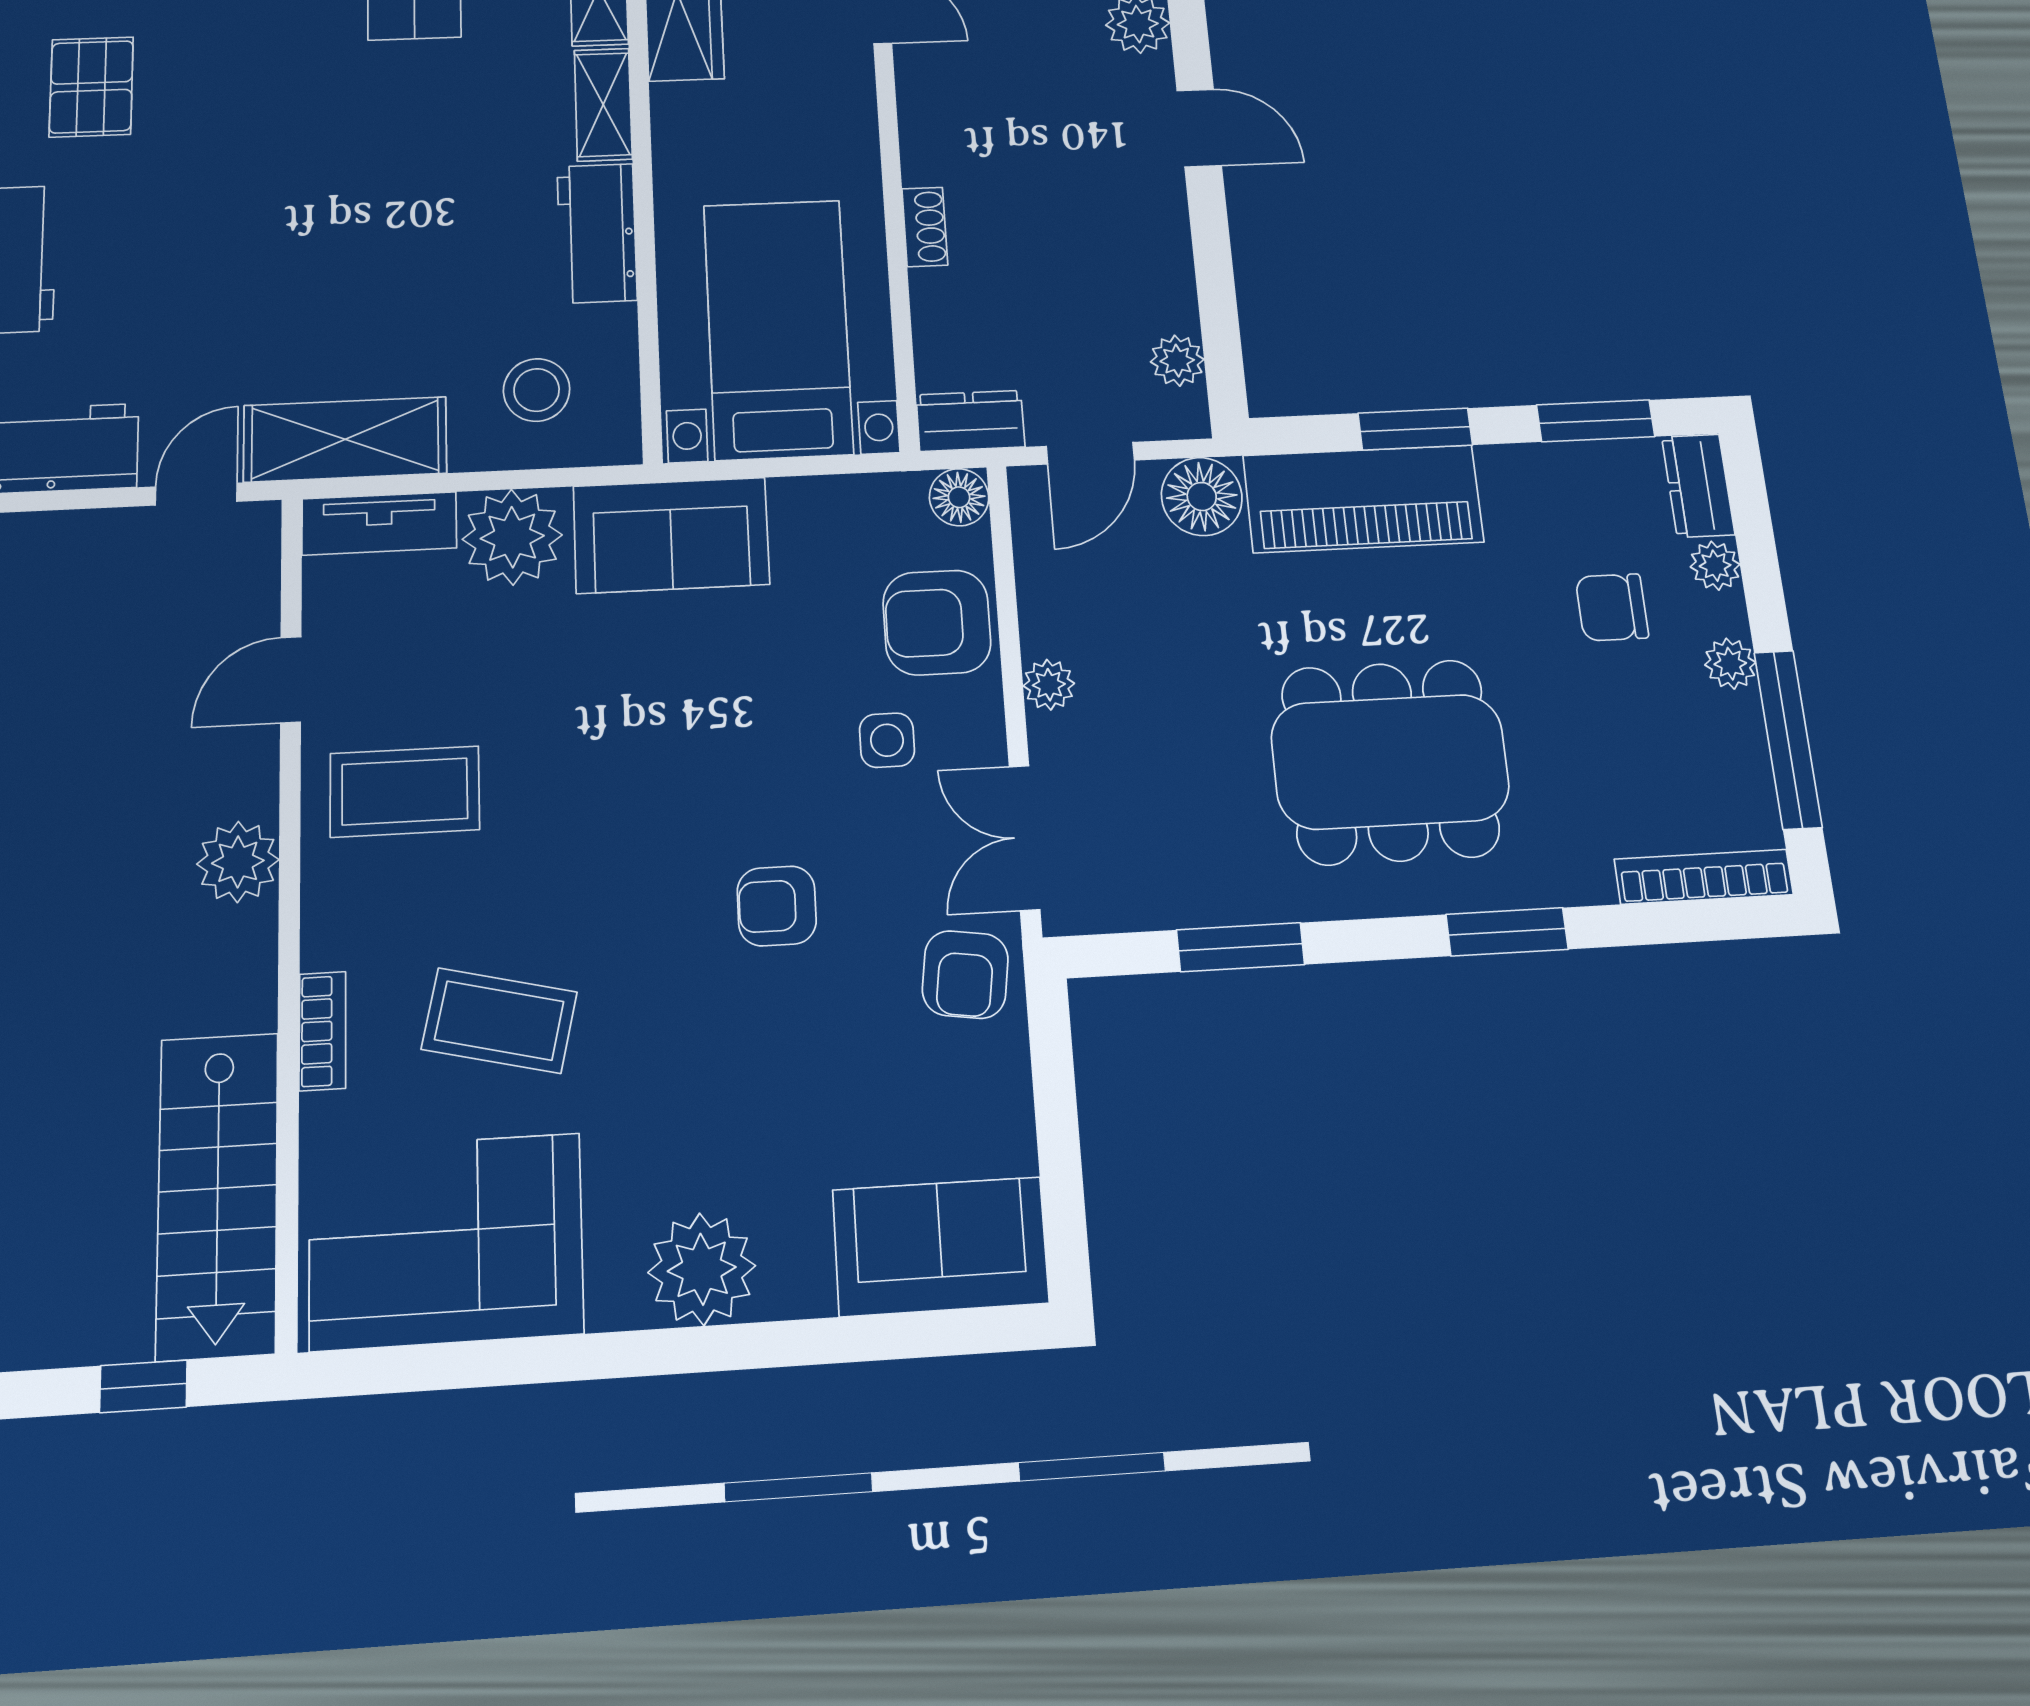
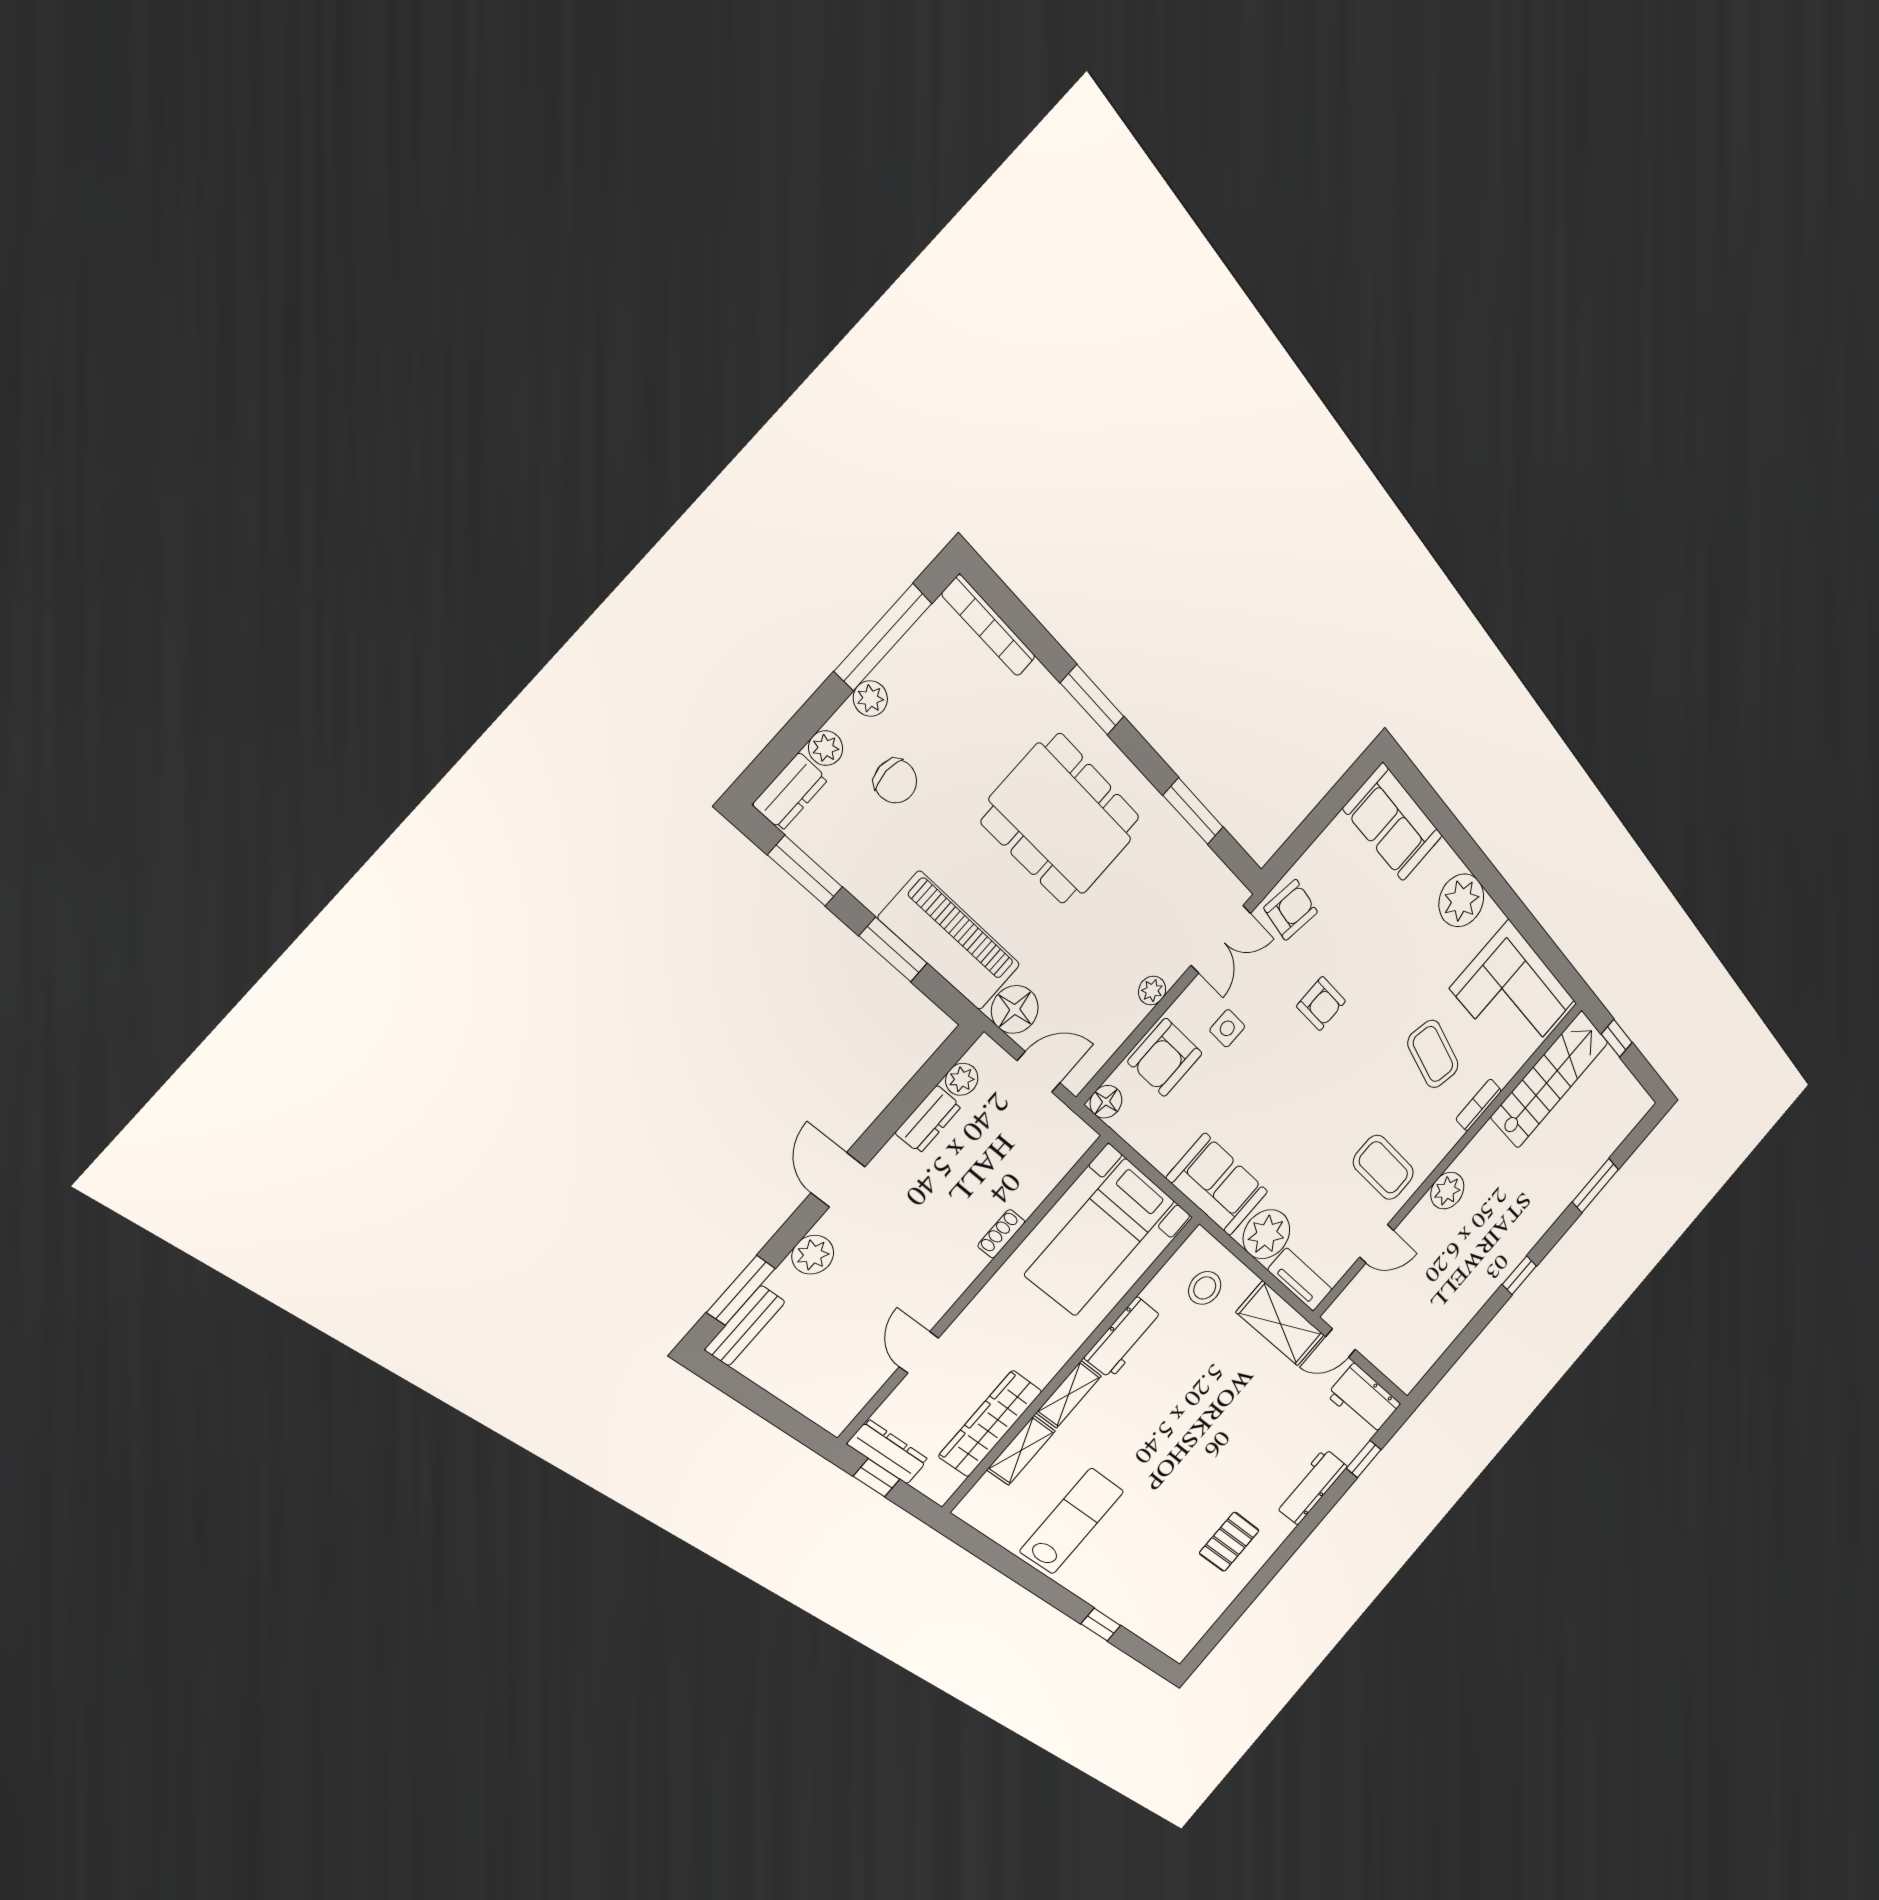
dresser: (970, 421) -> (928, 1119), moved, turned -90
armchair: (937, 622) -> (1165, 1058), turned 90

